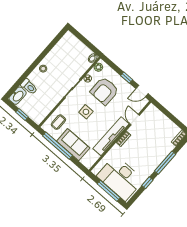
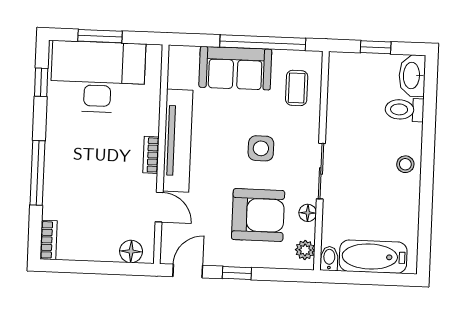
bathtub: (78, 47) -> (373, 257), added
armchair: (104, 91) -> (258, 215), turned 90
floor lamp: (155, 113) -> (131, 251), added
window: (147, 183) -> (41, 82), moved
window: (109, 191) -> (100, 36), width x0.69

